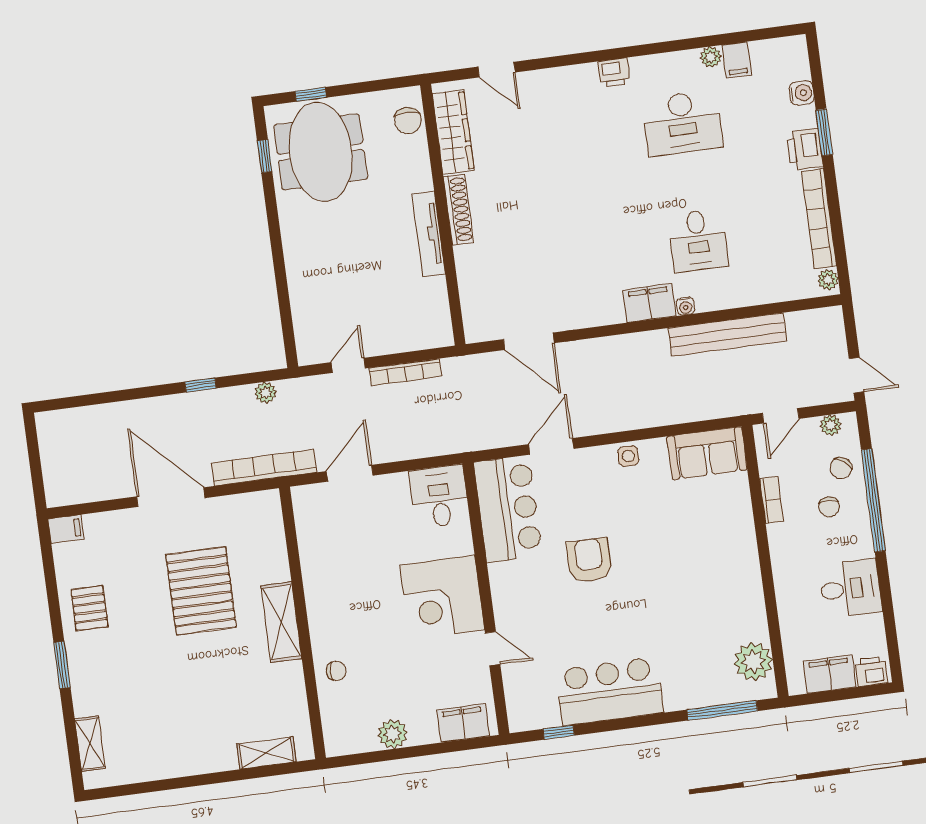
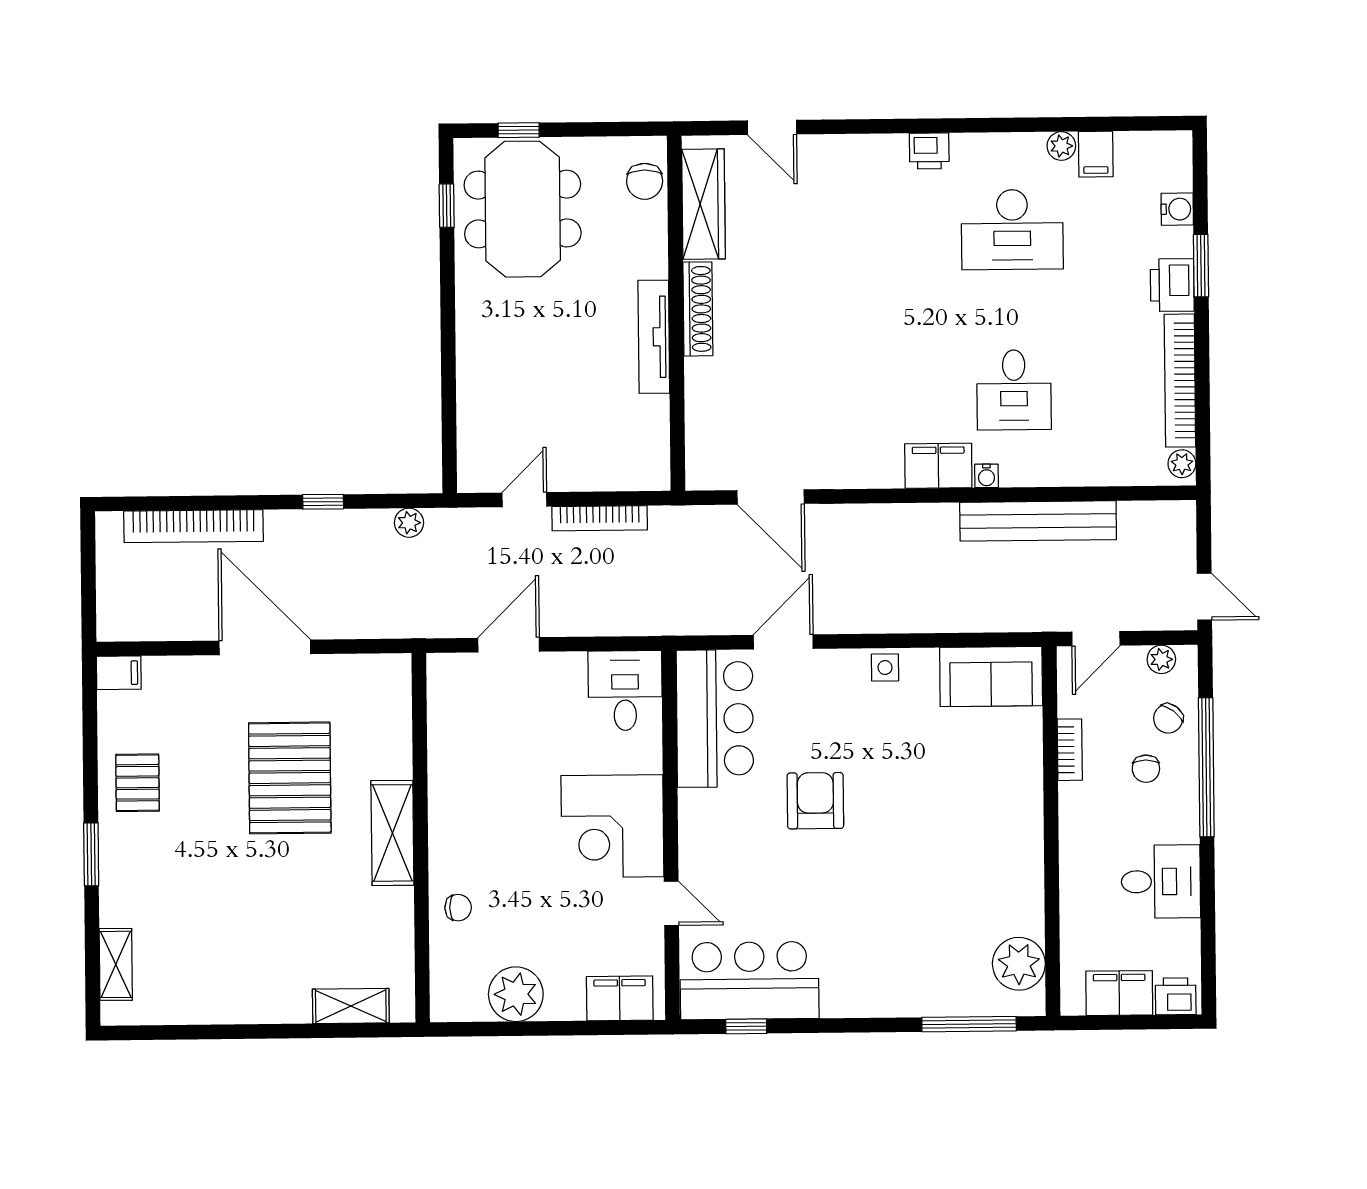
bookcase: (264, 468) -> (194, 526), moved, turned 180
bar counter: (610, 691) -> (749, 981), moved
plant: (393, 734) -> (516, 994), width x1.36, depth x1.36

